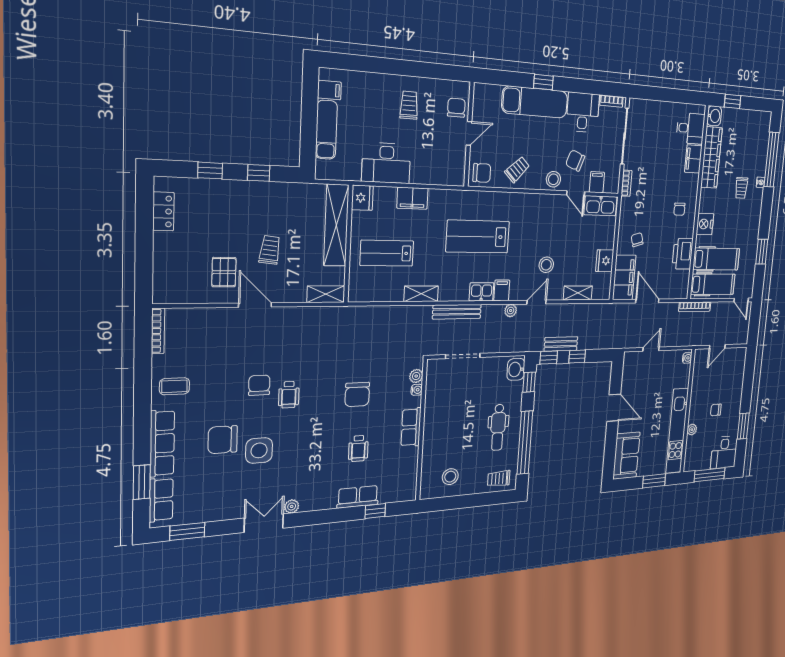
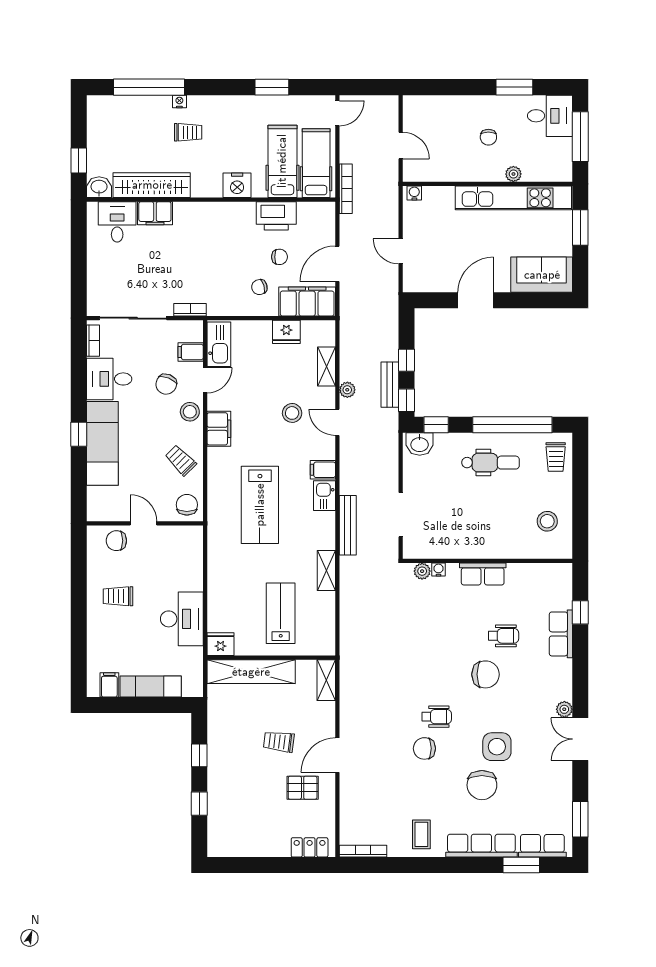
filing cabinet: (412, 198) -> (219, 429), moved
chair: (679, 209) -> (280, 257), moved
locker: (163, 211) -> (310, 847), moved
lab bench: (387, 253) -> (281, 613), turned 180
plant: (511, 311) -> (347, 390), moved
chair: (357, 394) -> (486, 674), moved

